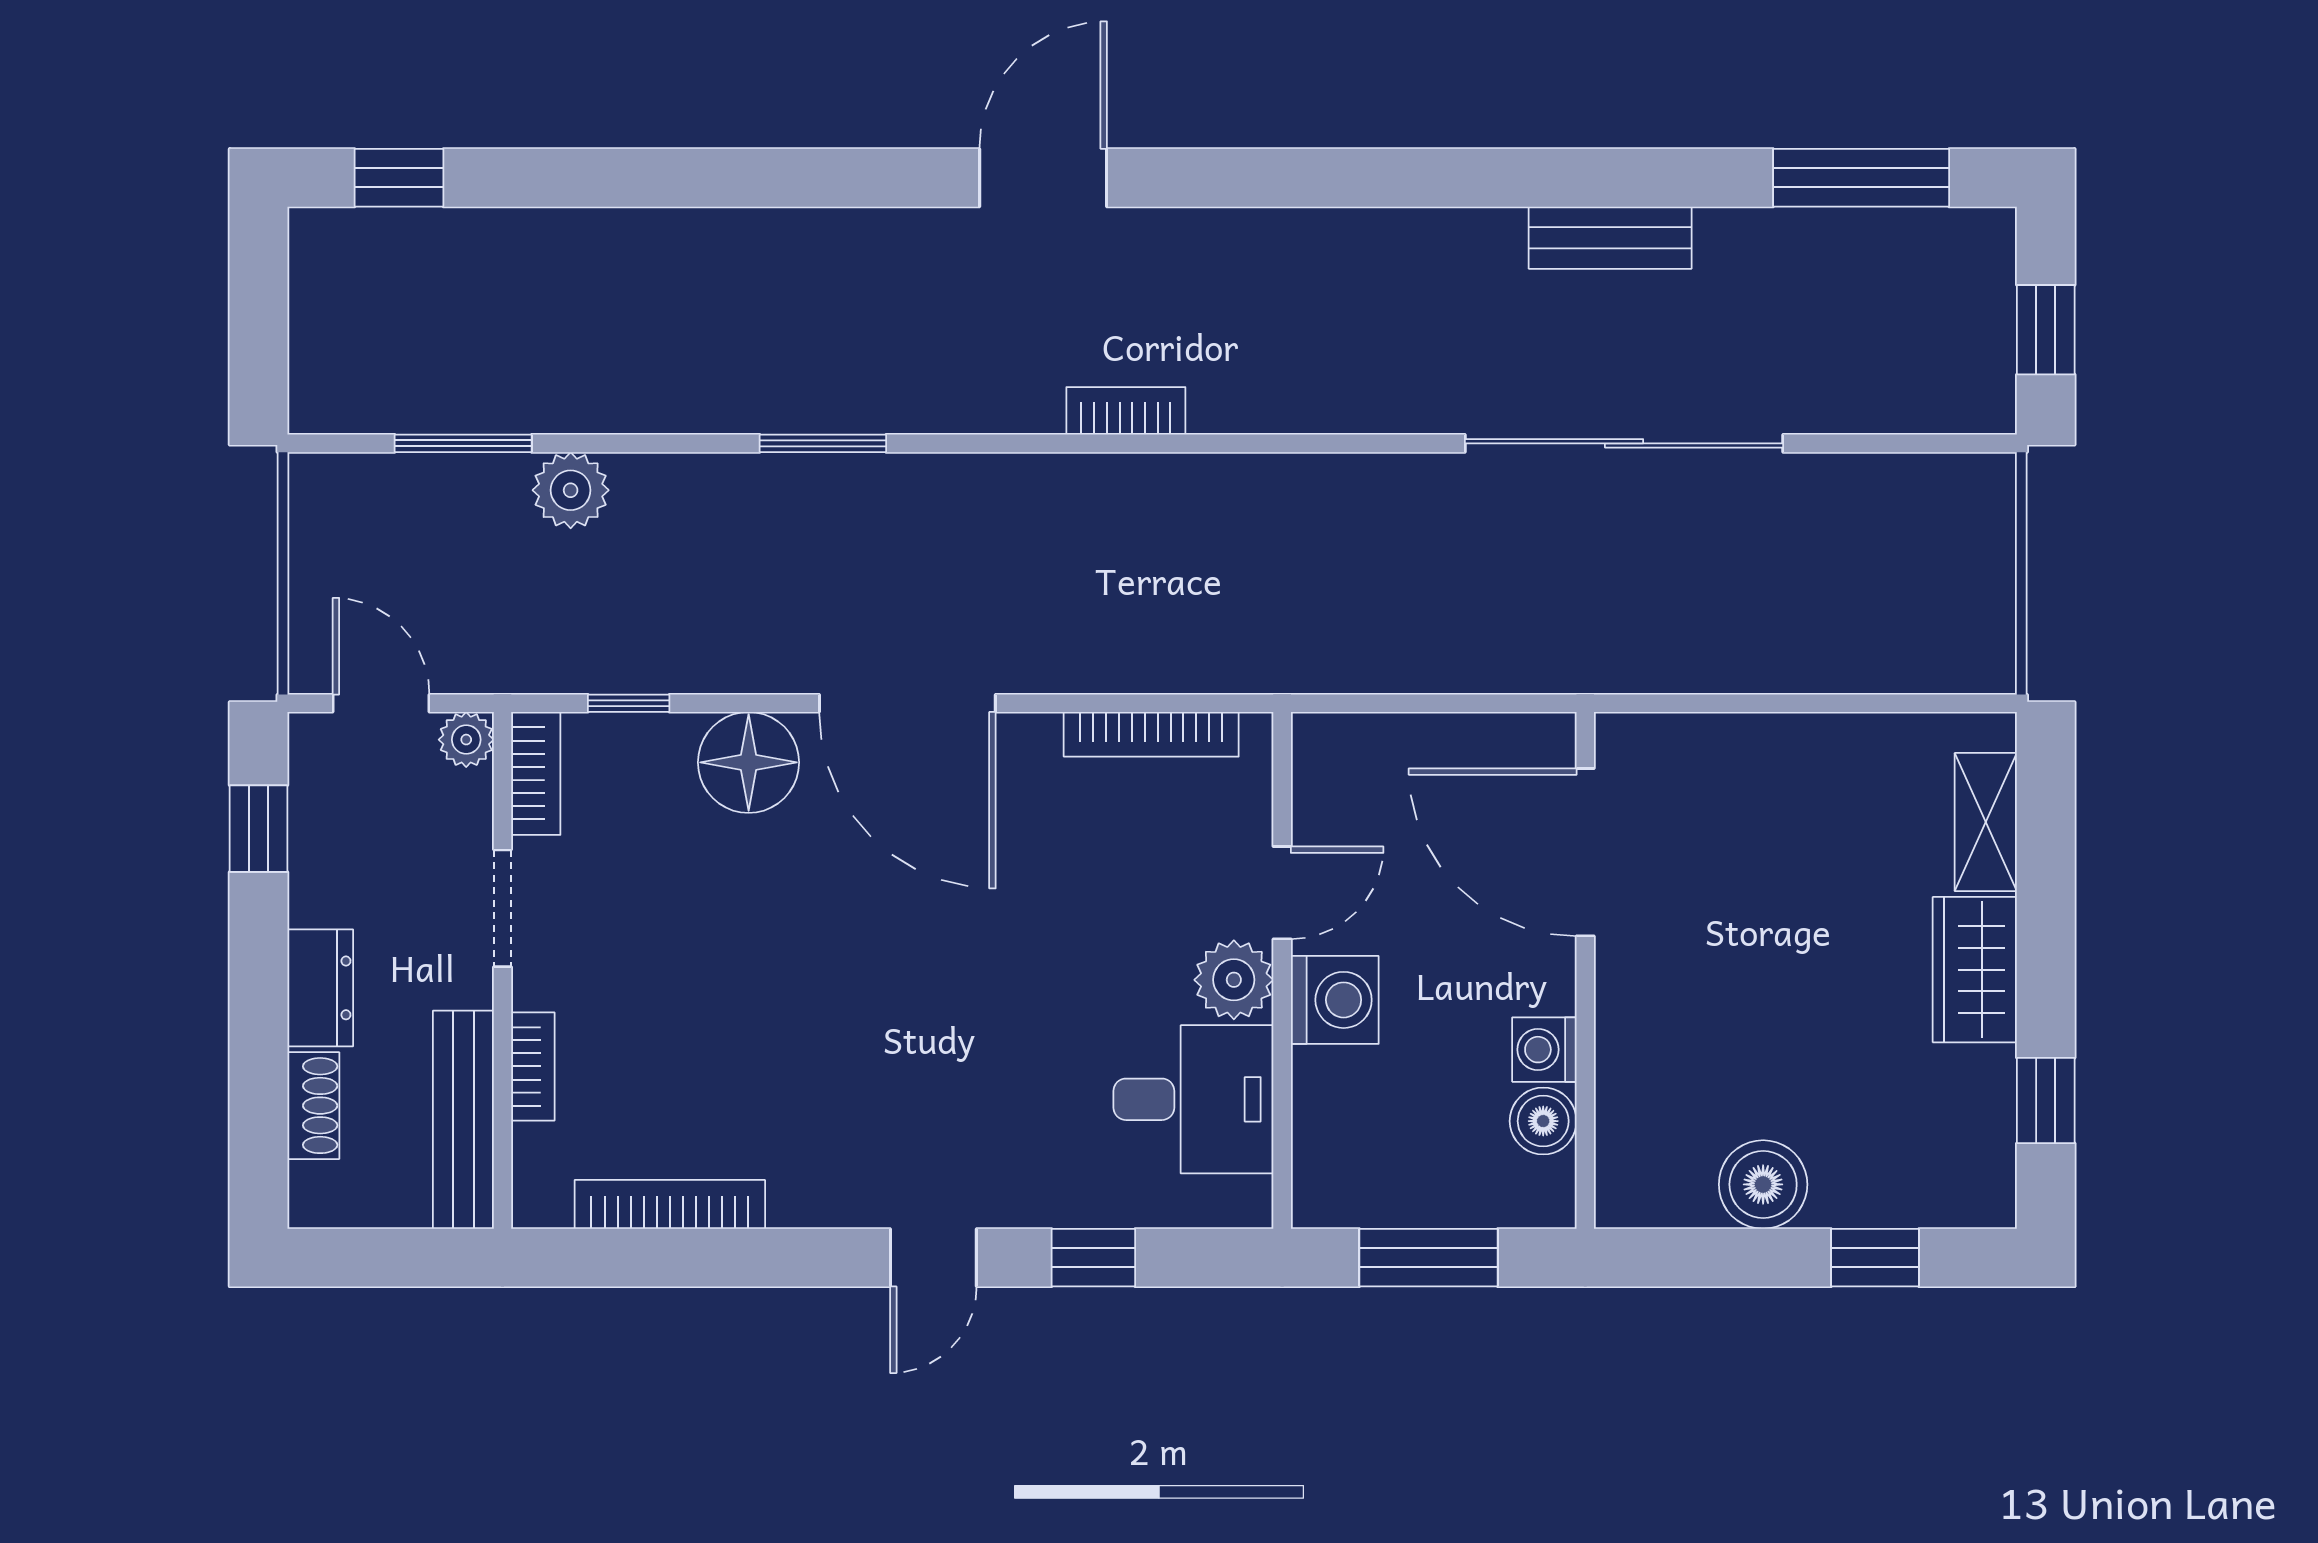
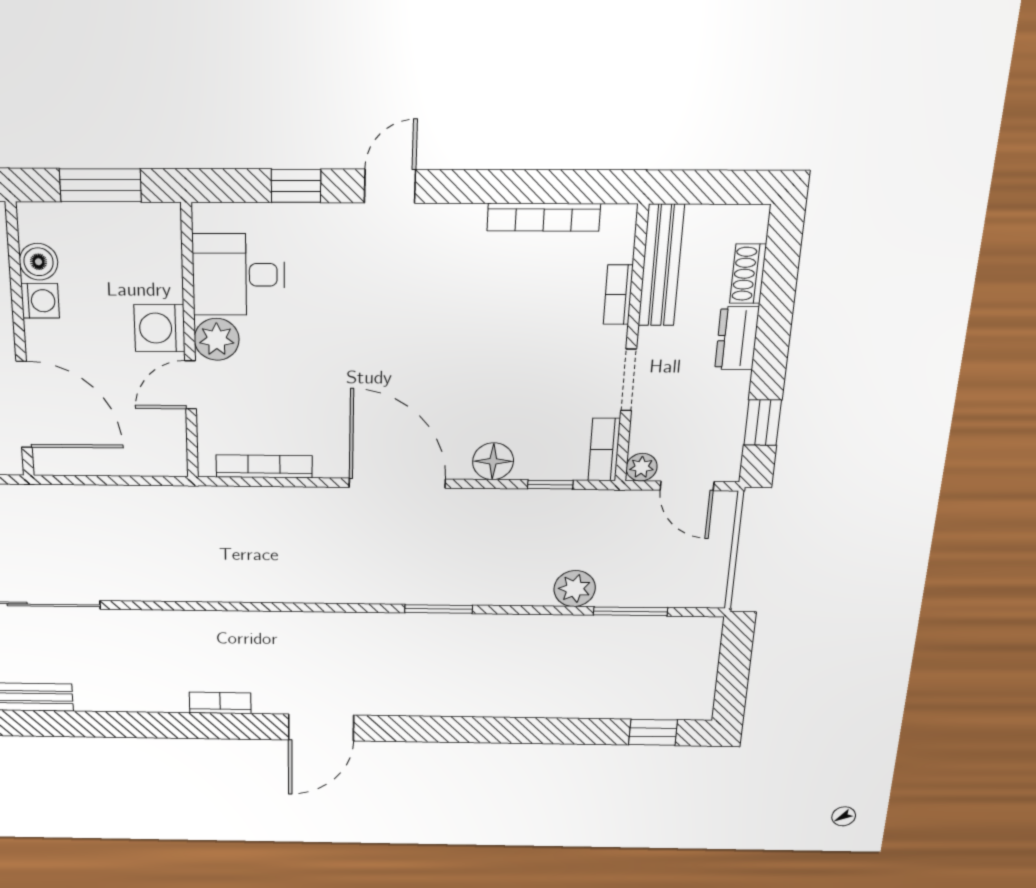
bookcase: (1126, 411) -> (220, 703), moved, turned 180
floor lamp: (749, 762) -> (493, 461), width x0.73, depth x0.73

